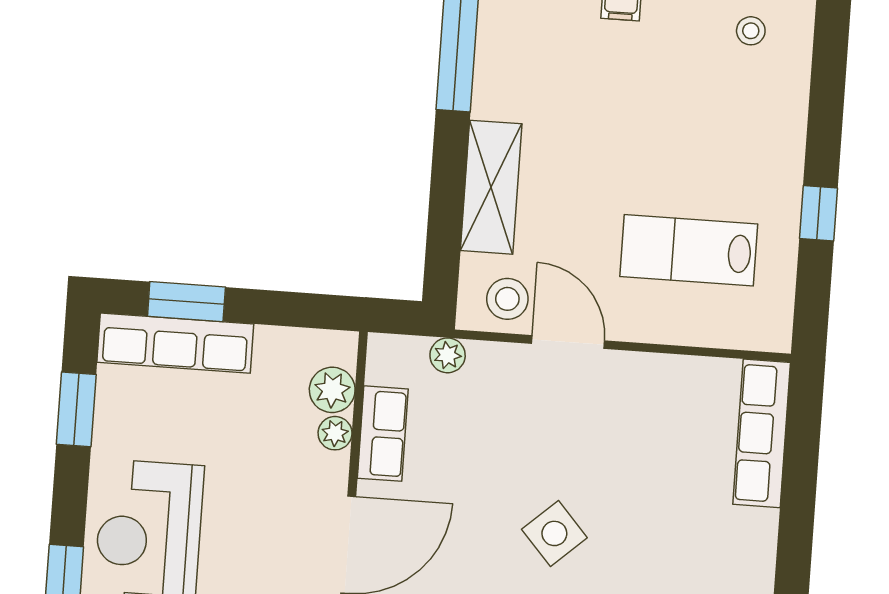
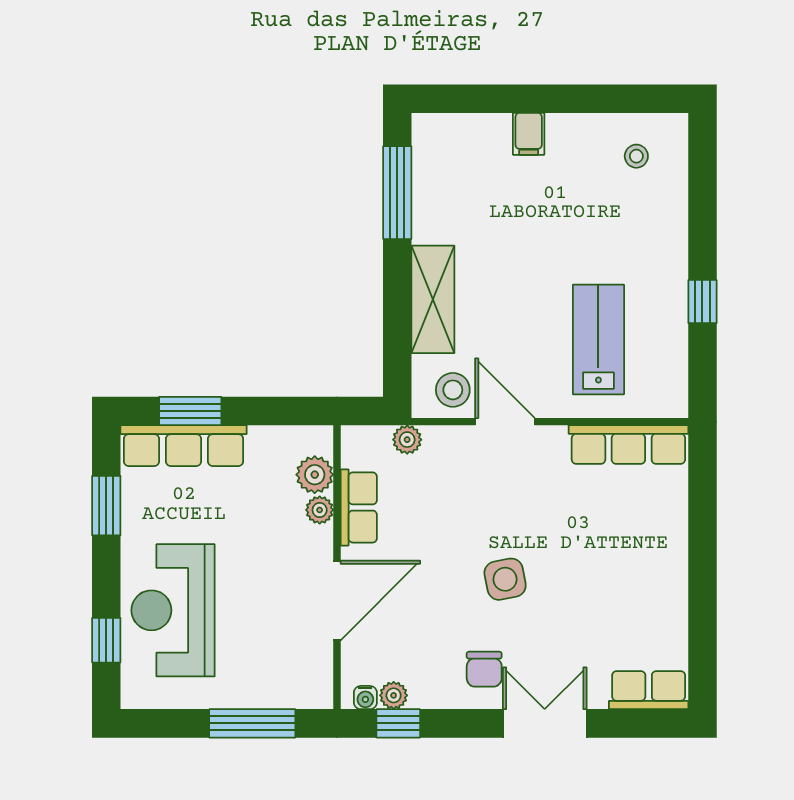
lab bench: (689, 250) -> (598, 339), turned 90
row of seats: (762, 433) -> (628, 445), moved, turned -90
side table: (554, 533) -> (505, 579), turned 31

